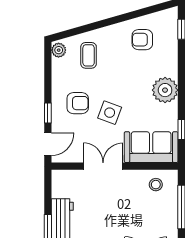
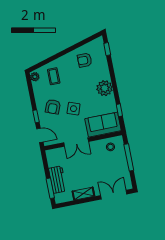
armchair: (78, 103) -> (53, 107), turned 112
door: (48, 144) -> (40, 135), hinge flipped
double door: (103, 166) -> (76, 142), swing flipped

